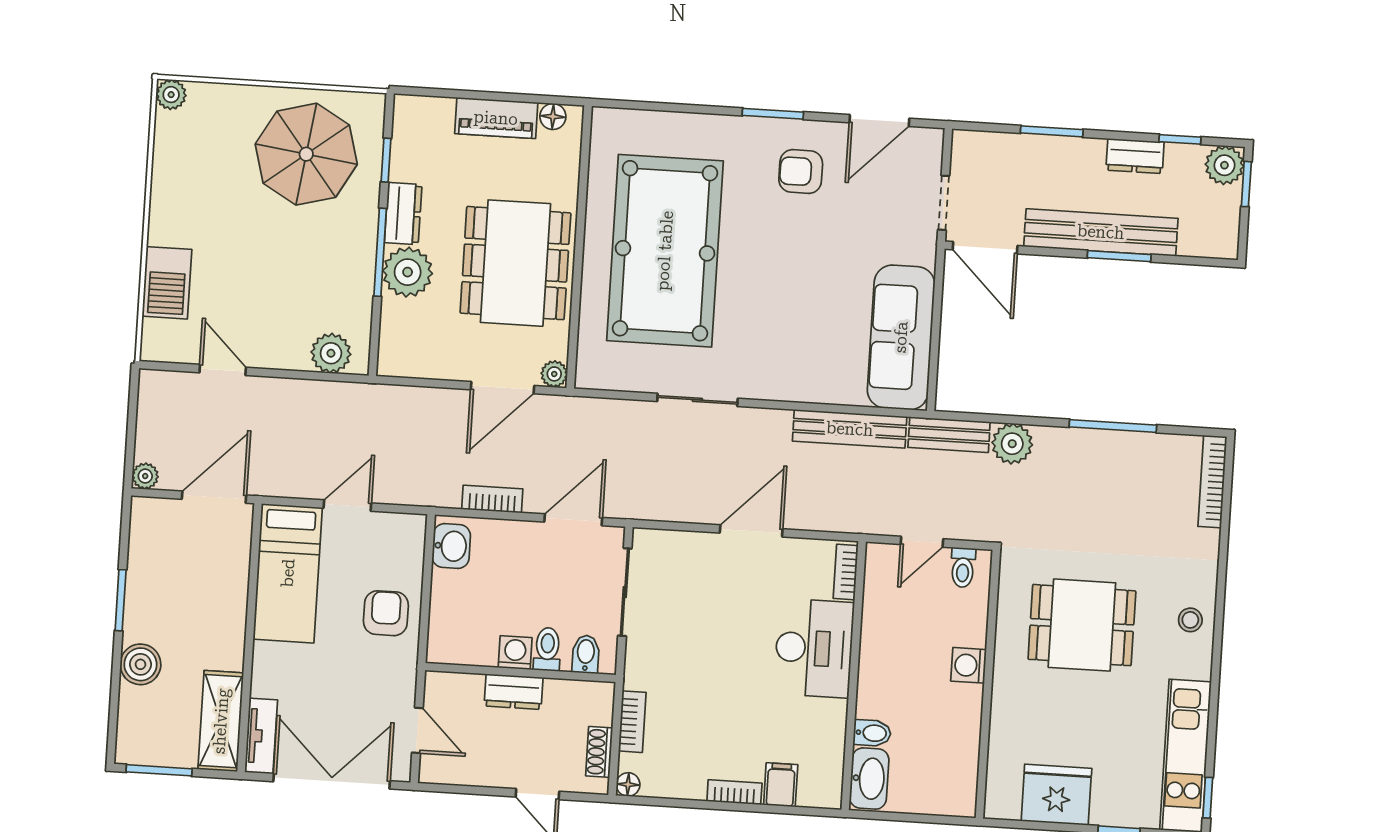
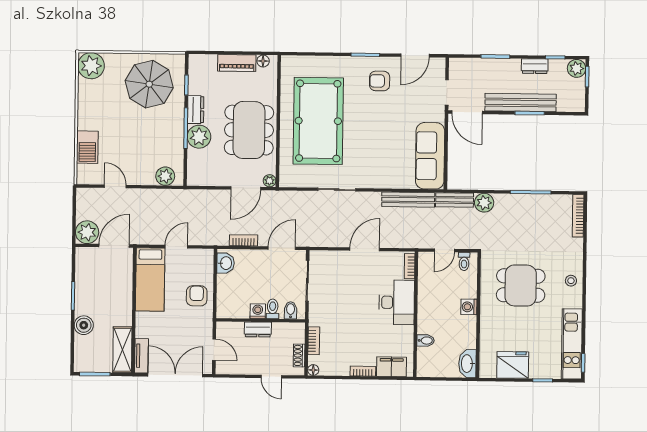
plant: (171, 95) -> (91, 66), width x1.88, depth x1.88
plant: (145, 476) -> (87, 232), width x1.88, depth x1.88
washbasin: (869, 779) -> (467, 364), moved, turned 180
filing cabinet: (781, 785) -> (392, 367), width x2.00

